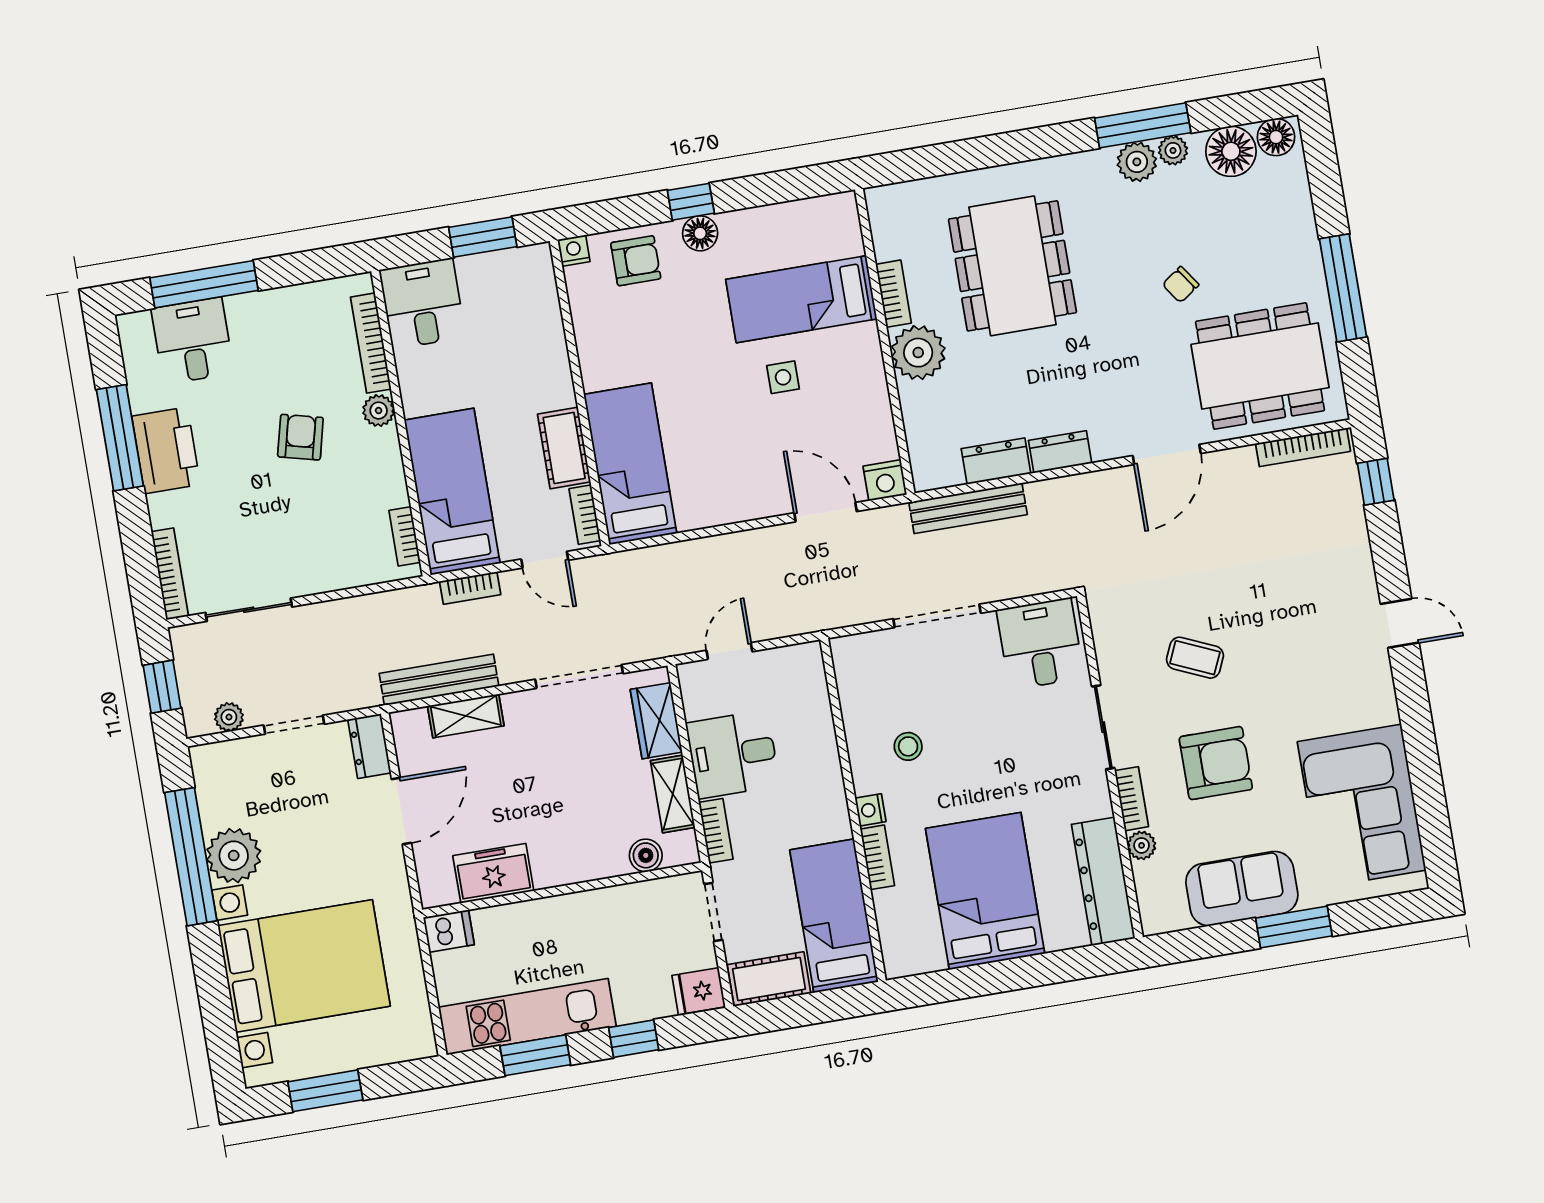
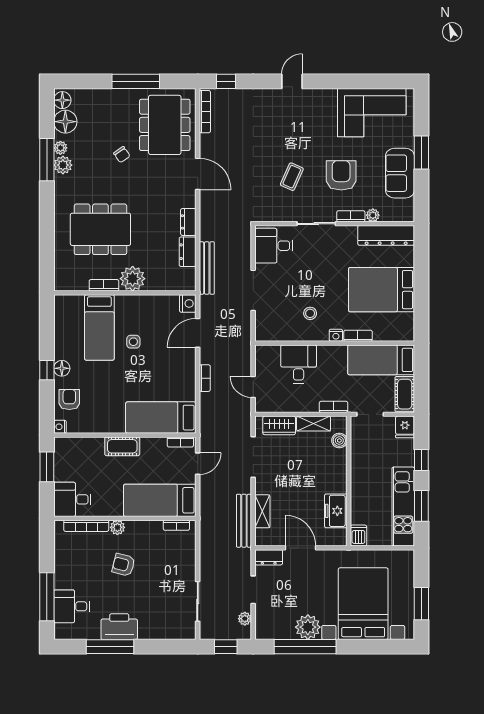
cot: (564, 448) -> (122, 446), moved
bookcase: (170, 574) -> (175, 634), removed
bookcase: (470, 588) -> (205, 378), moved
desk: (733, 754) -> (299, 364), moved, turned 180

